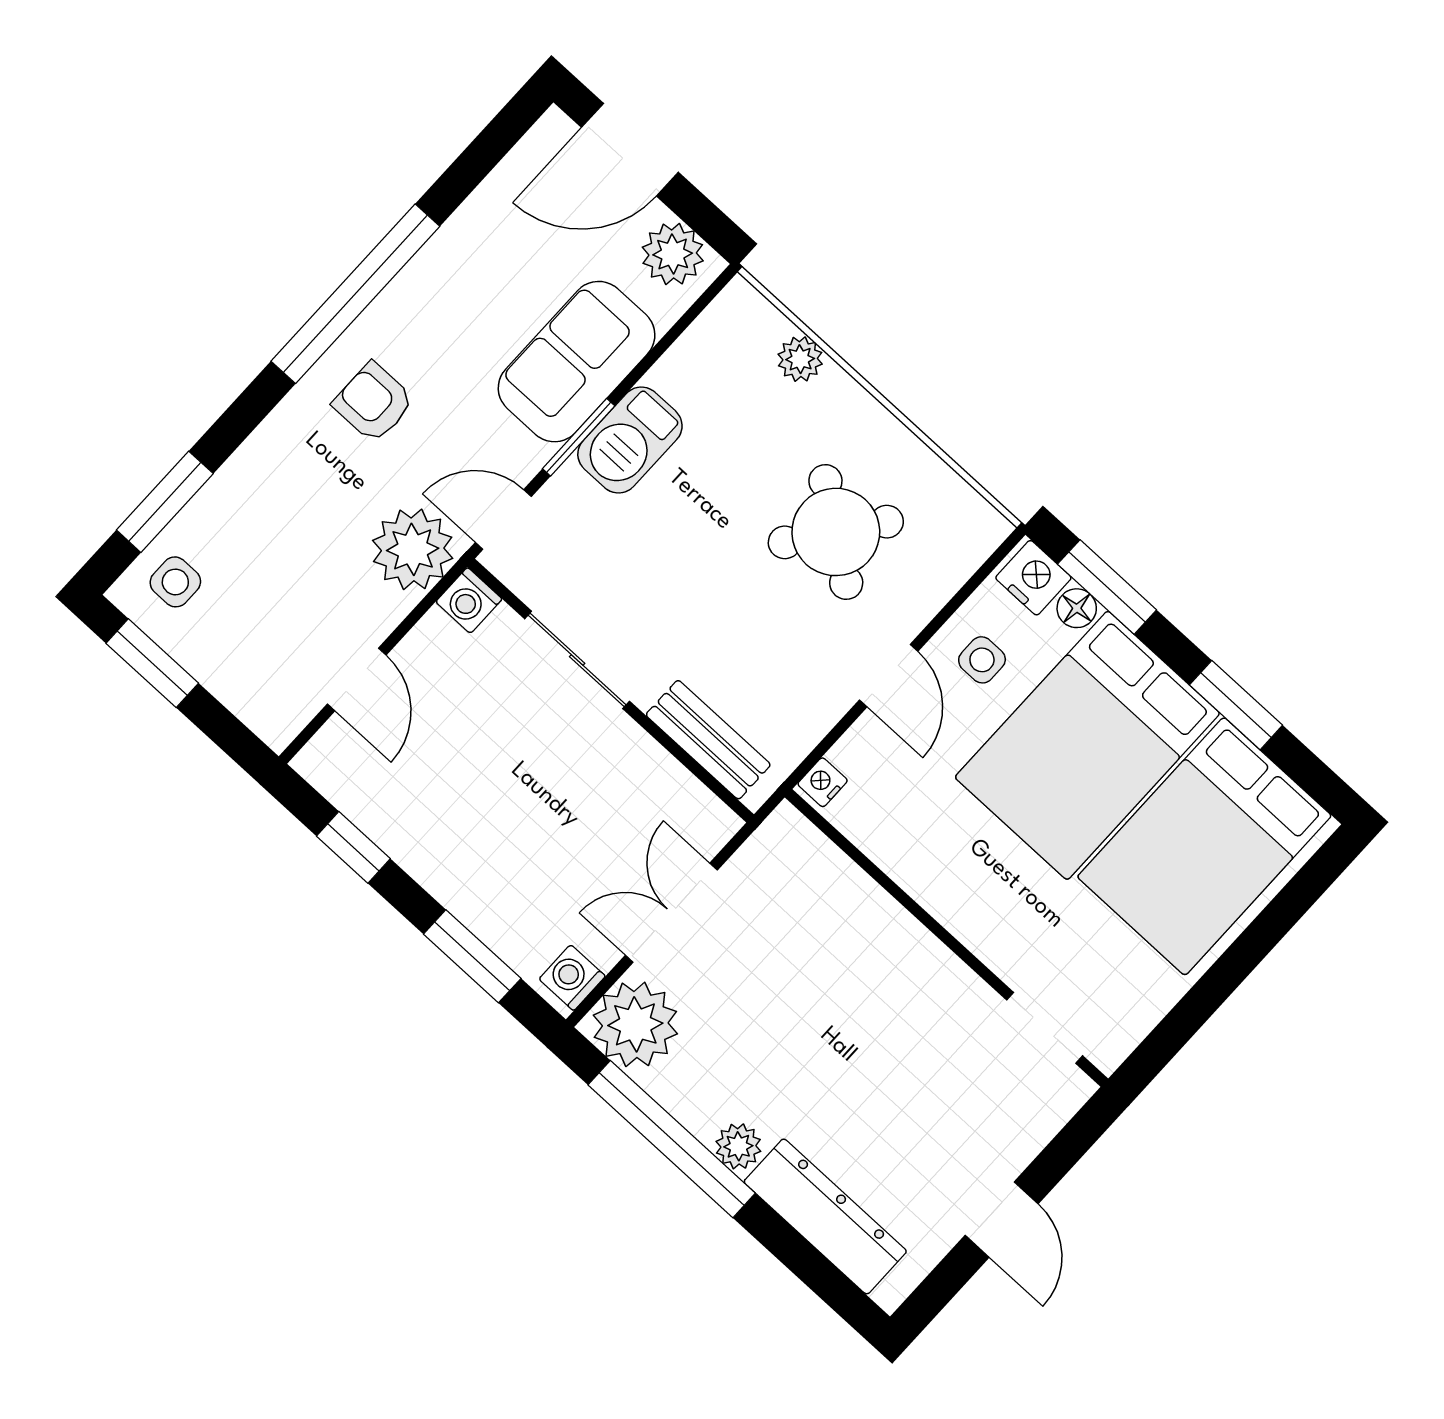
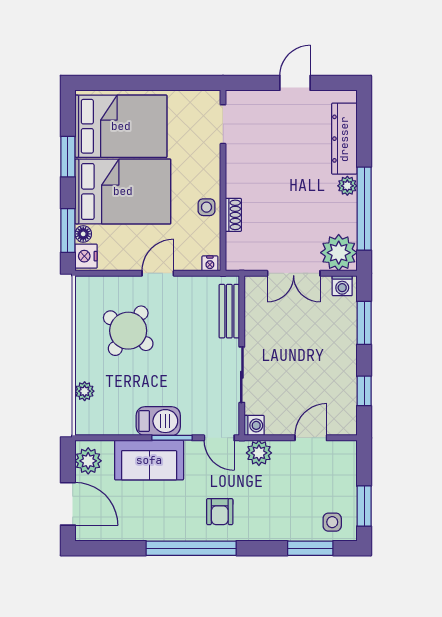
plant: (413, 549) -> (259, 453), width x0.73, depth x0.73
side table: (982, 660) -> (206, 207), moved
shoe rack: (870, 901) -> (233, 215), added

